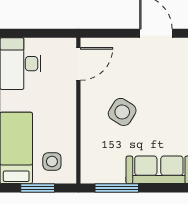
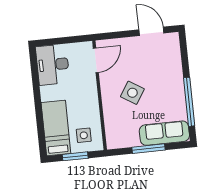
window: (117, 188) -> (149, 149), moved

